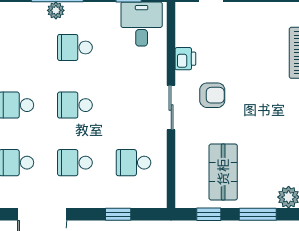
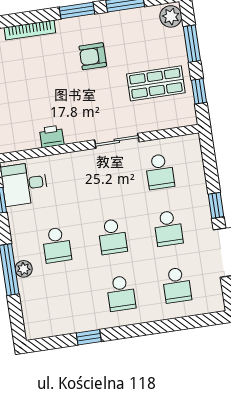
armchair: (212, 95) -> (93, 56), moved, turned -90
sliding door: (171, 108) -> (117, 141), moved
window: (118, 214) -> (216, 205), moved

